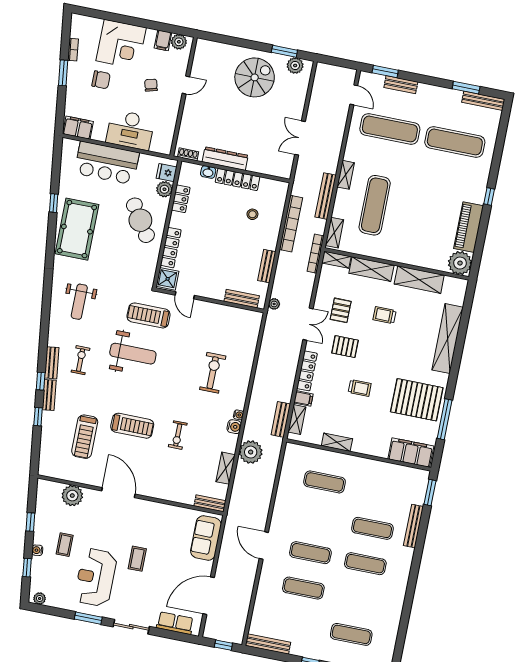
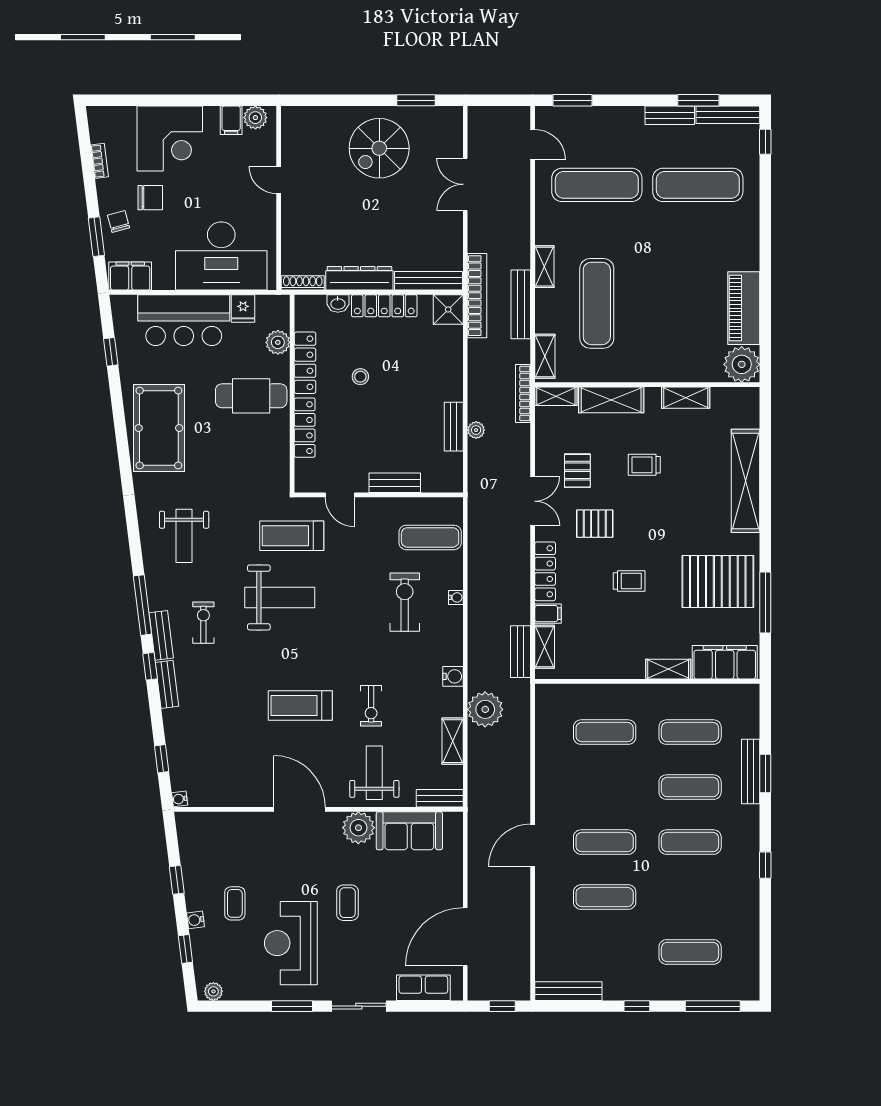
plant: (295, 66) -> (436, 118), removed
window: (63, 73) -> (96, 237), moved
spiral stairs: (255, 77) -> (379, 148), turned 180
chair: (151, 85) -> (119, 222), moved
door: (186, 85) -> (279, 180), swing flipped
bench: (401, 85) -> (670, 115), moved
desk: (130, 130) -> (221, 256), width x1.36, depth x1.30
double door: (300, 138) -> (465, 184), moved
shoe rack: (188, 154) -> (303, 283), width x1.43
bench: (269, 169) -> (429, 281), added
fridge: (167, 173) -> (243, 309), moved, turned -90
window: (489, 197) -> (765, 142), moved
locker: (181, 199) -> (305, 363), width x1.53
window: (54, 203) -> (111, 352), moved
stool: (252, 214) -> (360, 377), moved
cafe table: (140, 220) -> (251, 396), turned -57
bookcase: (291, 224) -> (477, 296), moved
shower: (168, 279) -> (448, 310), moved
shelving: (419, 280) -> (686, 398), width x0.67, depth x0.75
bench: (242, 299) -> (395, 483), moved
plant: (274, 304) -> (476, 430), moved
exercise mat: (237, 334) -> (430, 537), added
window: (44, 341) -> (142, 605), added
water cooler: (238, 415) -> (456, 597), moved
window: (38, 417) -> (162, 759), moved
treadmill: (132, 426) -> (300, 705), turned 180
treadmill: (85, 437) -> (233, 736), removed
shelving: (337, 442) -> (668, 669), moved
water cooler: (43, 470) -> (180, 799), added
weight bench: (171, 479) -> (374, 773), added
window: (430, 492) -> (765, 774), moved
exercise mat: (380, 493) -> (690, 732), added
plant: (72, 496) -> (358, 828), moved
sofa: (206, 538) -> (409, 831), moved, turned -90
door: (264, 545) -> (533, 845), hinge flipped
window: (411, 588) -> (765, 865), added

